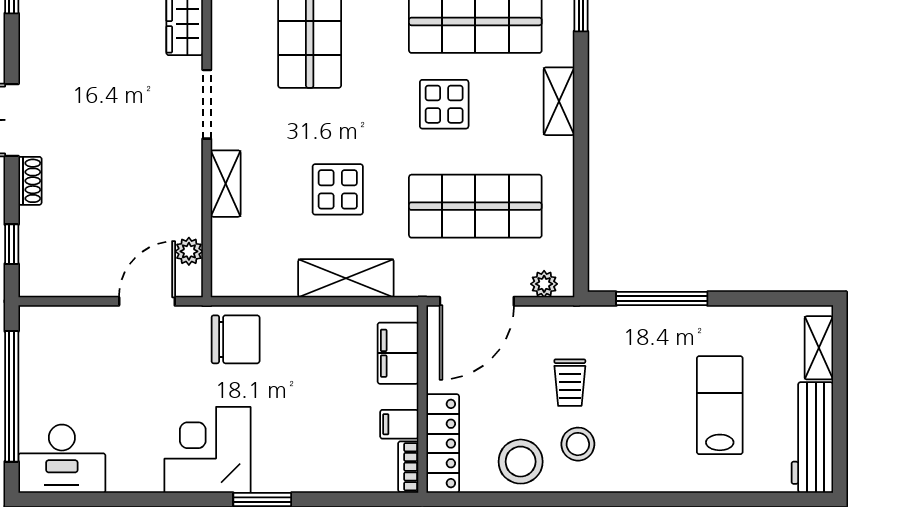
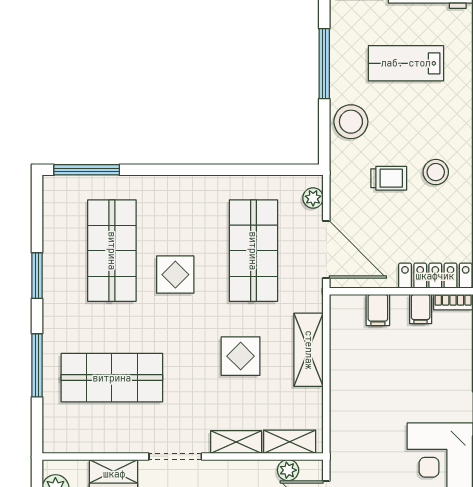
shelving: (559, 101) -> (290, 442), moved
window: (662, 299) -> (324, 64), moved
chair: (236, 339) -> (355, 434), removed
filing cabinet: (398, 353) -> (378, 310), width x0.50
stool: (521, 462) -> (351, 122), moved

